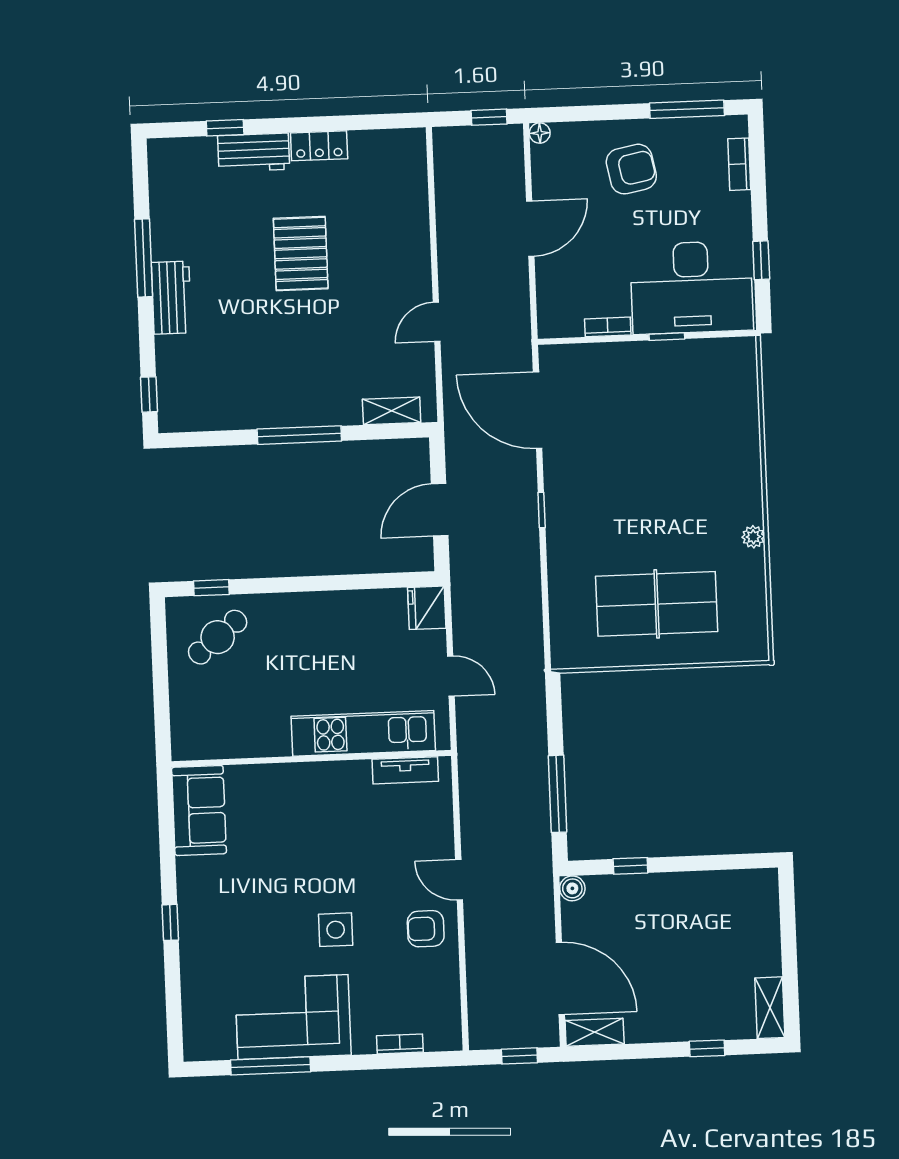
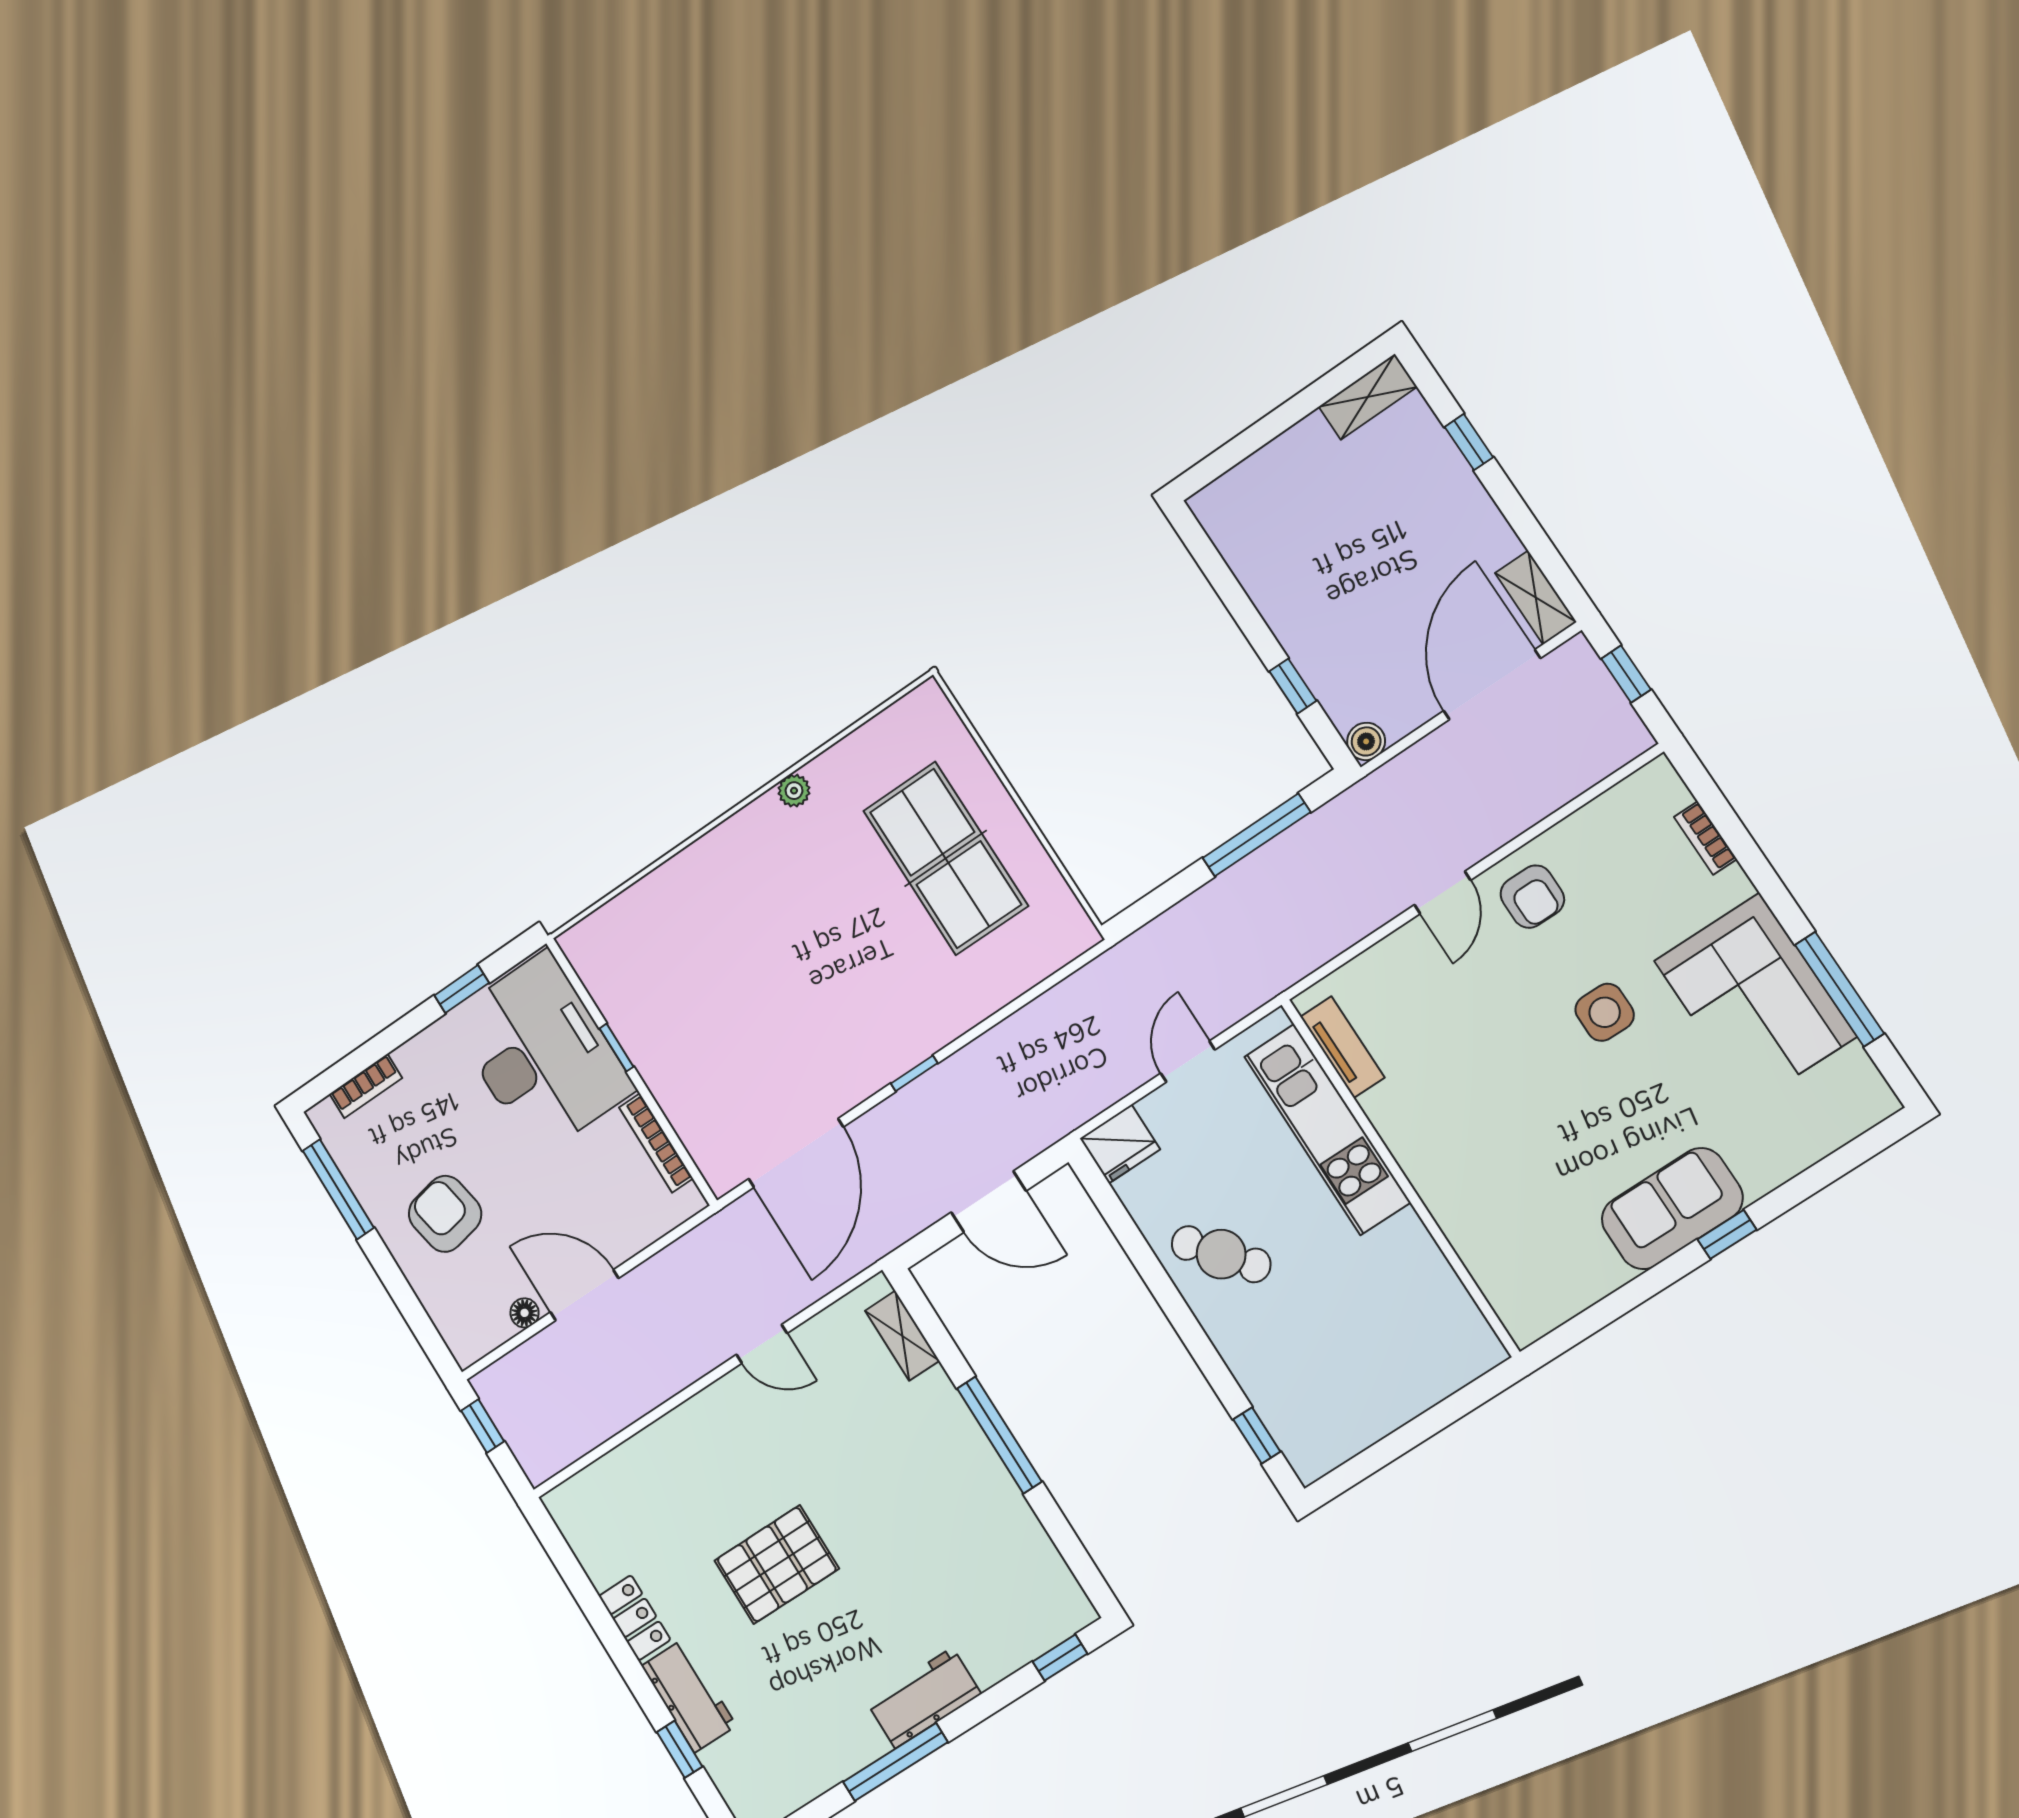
floor lamp: (540, 133) -> (525, 1313), moved
bookcase: (608, 327) -> (656, 1143), width x1.56
cafe table: (218, 637) -> (1221, 1254), moved
sofa: (199, 810) -> (1672, 1209), moved

